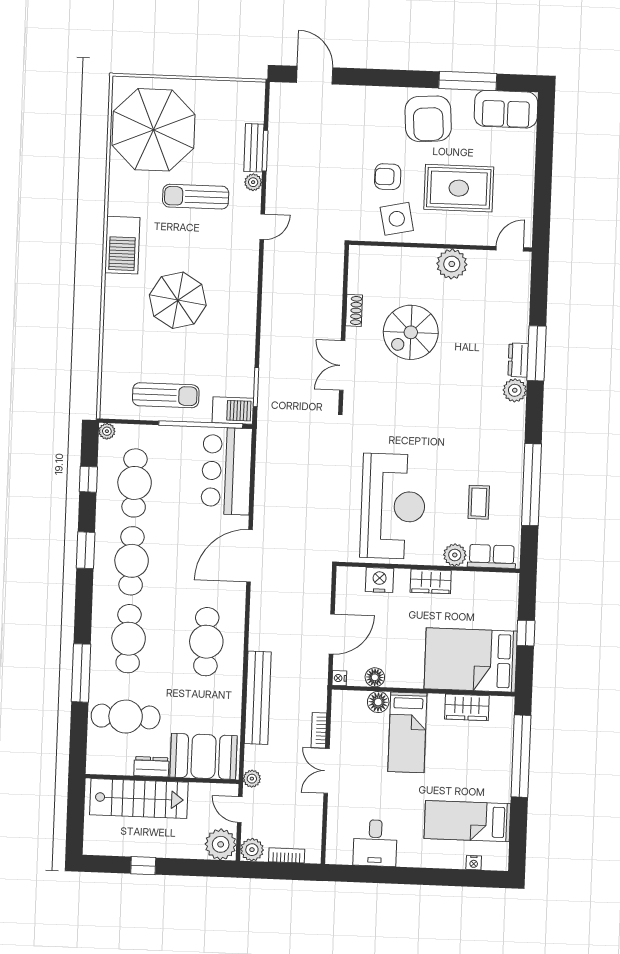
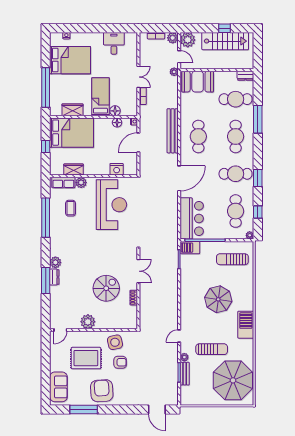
sofa: (506, 109) -> (58, 387), moved, turned 90
sun lounger: (166, 395) -> (232, 259), moved
reception desk: (393, 506) -> (111, 205), turned 180
cafe table: (132, 561) -> (236, 174), turned 90
wardrobe: (431, 581) -> (74, 169), moved
bench: (258, 698) -> (173, 131), moved
dresser: (151, 767) -> (245, 76), moved
stairs: (139, 798) -> (225, 41), moved, turned 180
bed: (467, 821) -> (70, 60), width x1.50

